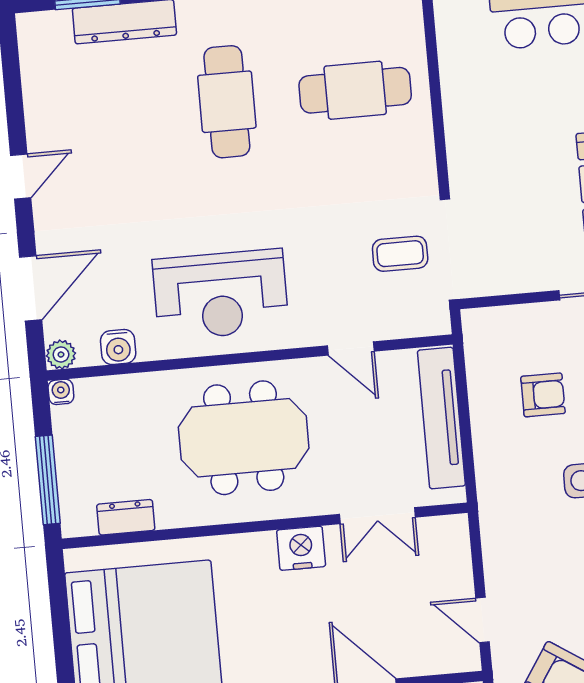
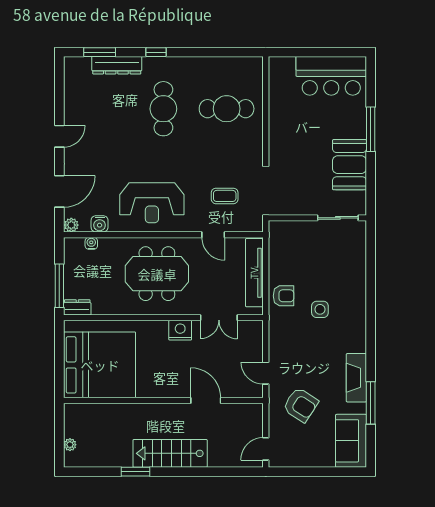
coffee table: (400, 254) -> (225, 196), moved
water cooler: (61, 392) -> (91, 243), moved
armchair: (543, 395) -> (284, 296), moved
dresser: (126, 517) -> (77, 307), moved

